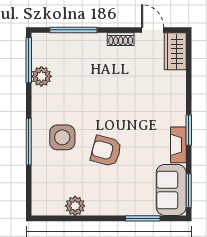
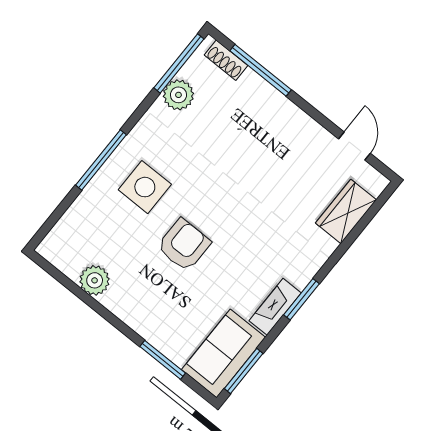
shoe rack: (121, 39) -> (226, 60), moved
wardrobe: (175, 51) -> (346, 211), moved
armchair: (106, 151) -> (184, 245), turned 75

